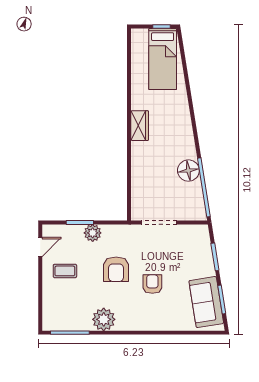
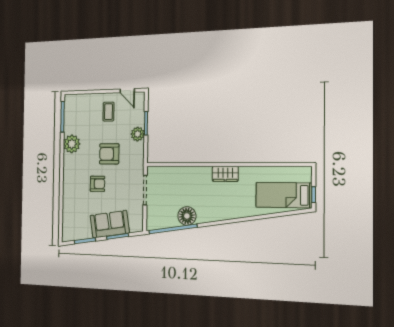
sofa: (206, 302) -> (110, 224), moved

